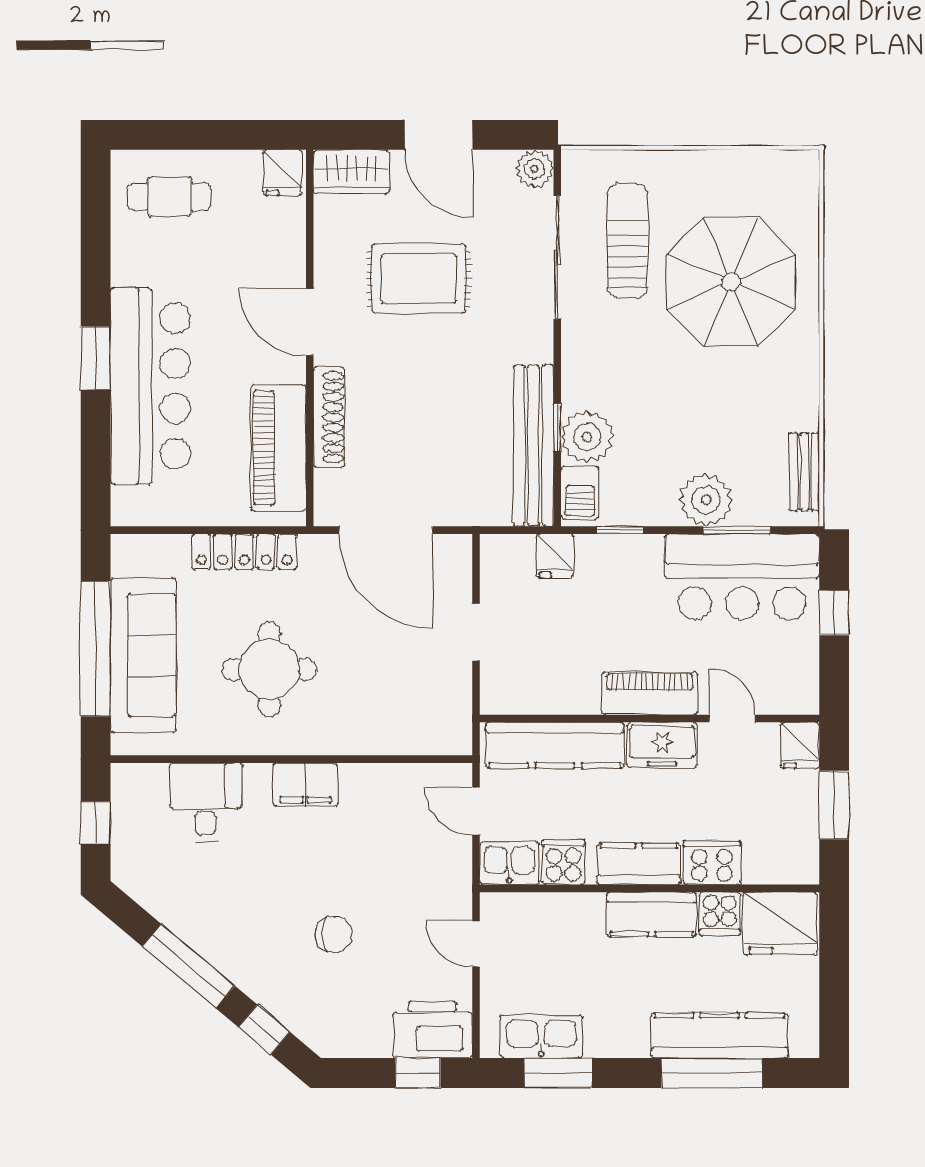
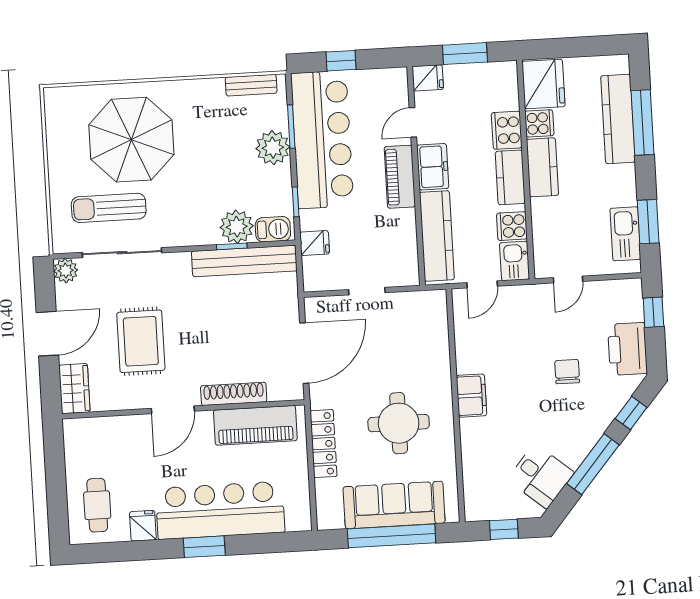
fridge: (283, 173) -> (143, 526), moved, turned -90
bar counter: (742, 577) -> (322, 140), width x1.36
desk: (206, 802) -> (541, 476), moved, turned -140
printer: (432, 1030) -> (627, 349), moved

